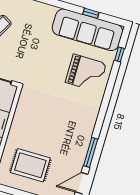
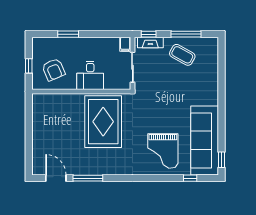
window: (91, 13) -> (222, 160), moved
rug: (30, 165) -> (103, 122), moved, width x1.37, depth x1.44

